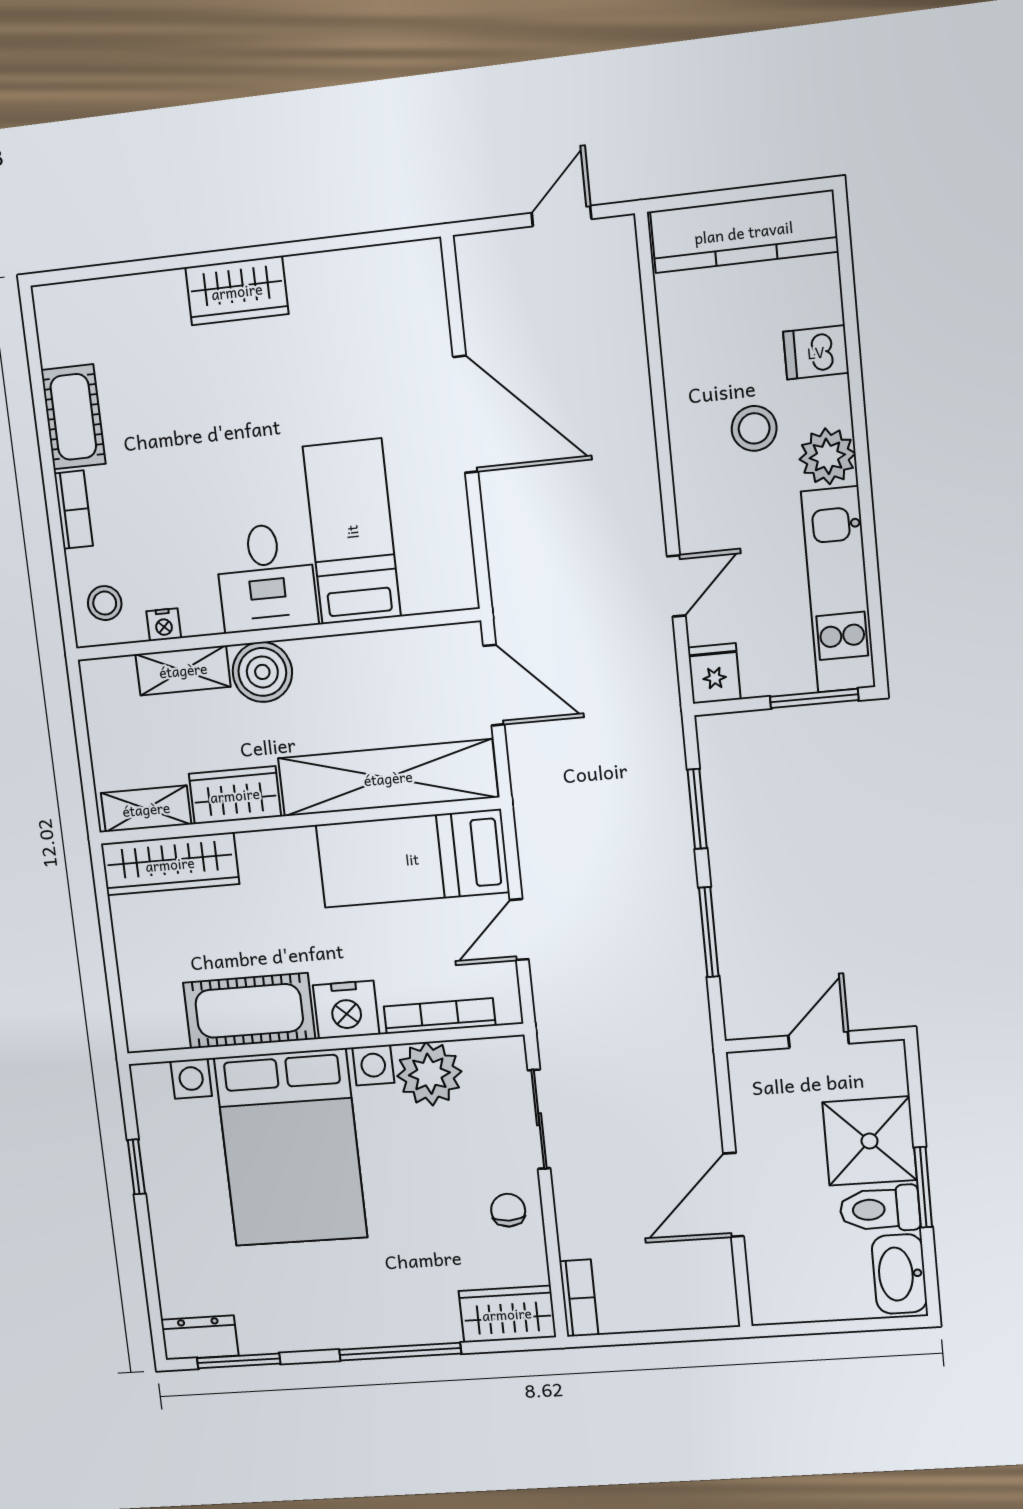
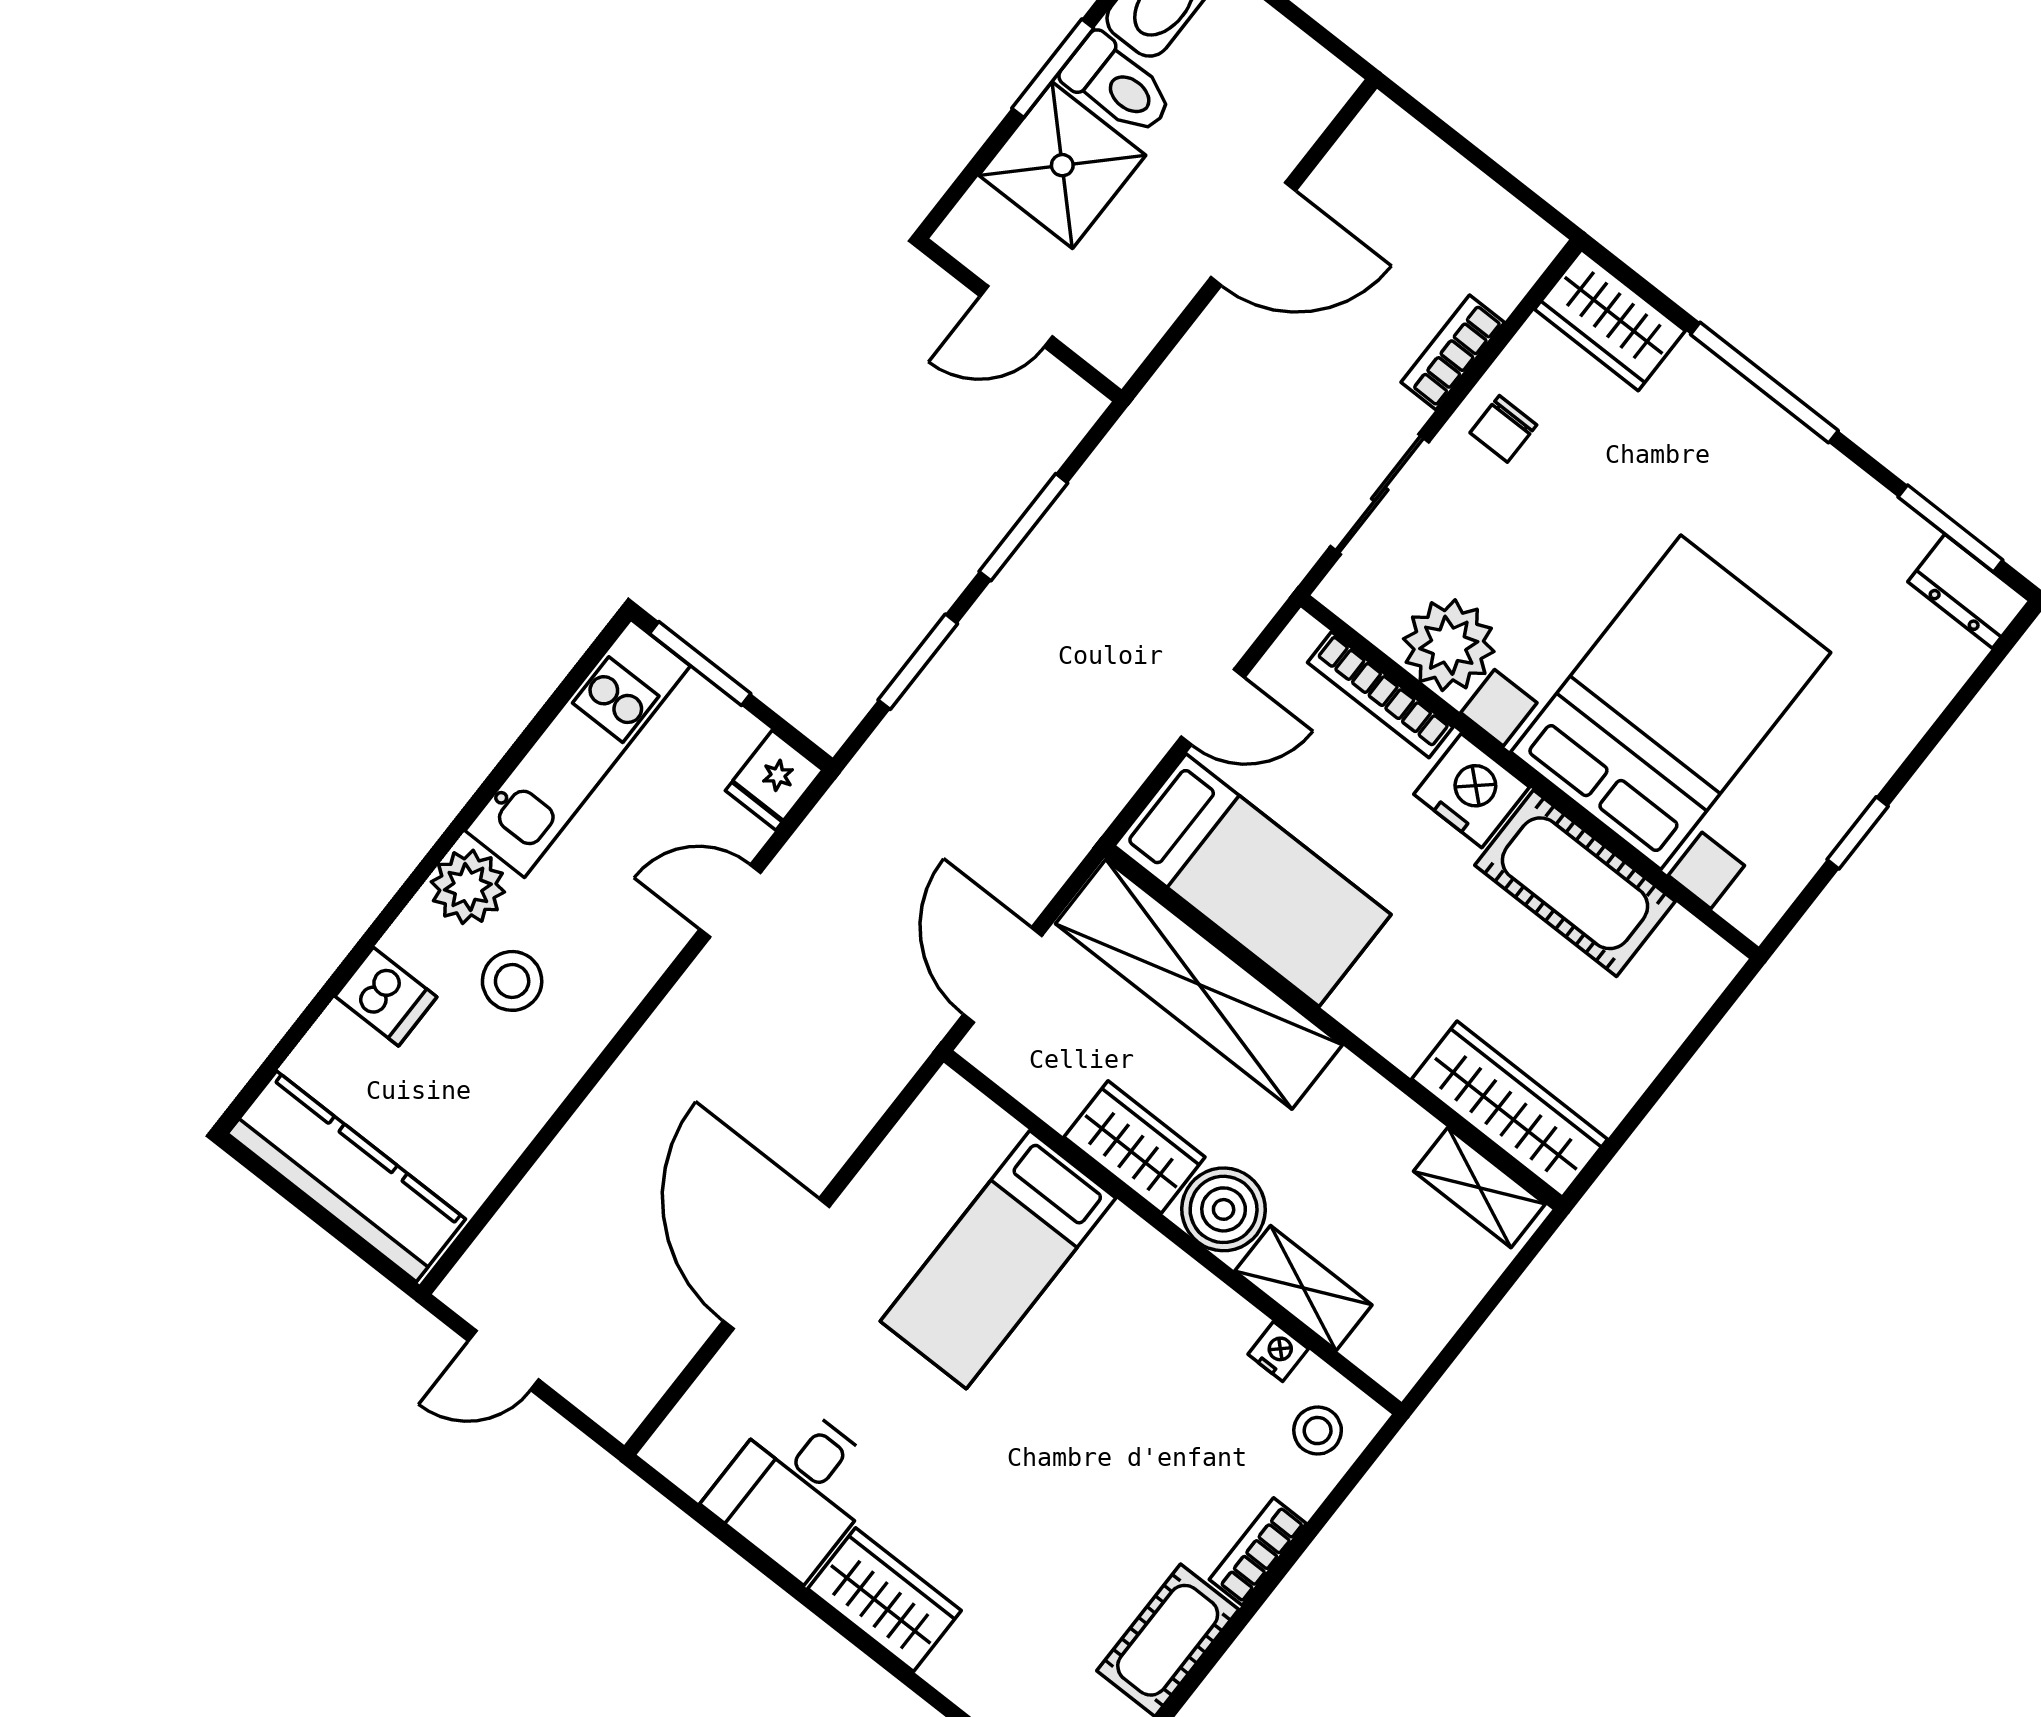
desk: (266, 578) -> (796, 1489), moved, turned 180
wardrobe: (235, 795) -> (1135, 1147), moved, turned 180
bookcase: (579, 1298) -> (1453, 352), moved

